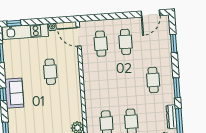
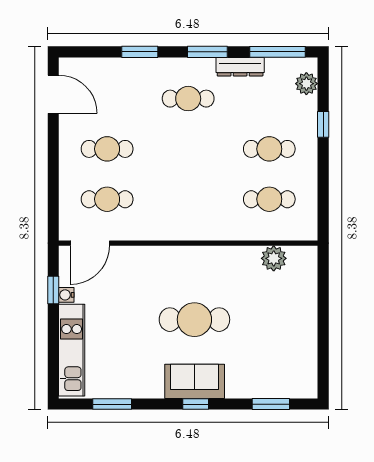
window: (14, 23) -> (53, 290), moved
window: (174, 43) -> (140, 52), moved
cafe table: (50, 72) -> (194, 320), moved, width x1.37, depth x1.35
dresser: (172, 117) -> (240, 67), moved

